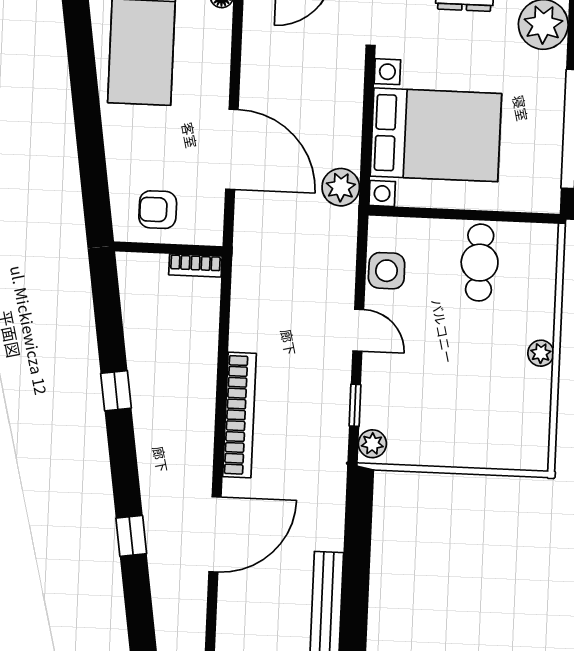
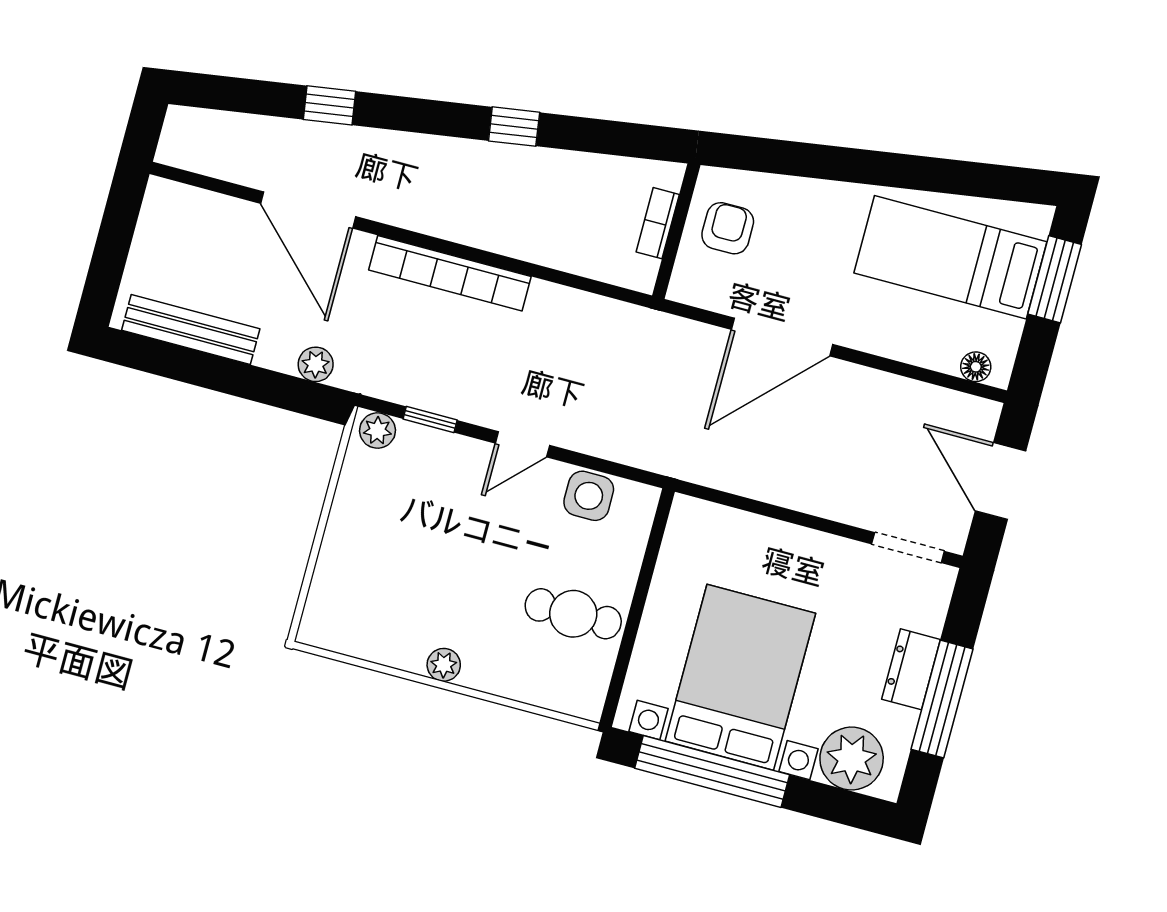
bed with nightstands: (436, 135) -> (740, 677), moved, turned 180
plant: (341, 187) -> (316, 364), moved, width x0.73, depth x0.73
bookcase: (195, 265) -> (658, 223), moved

